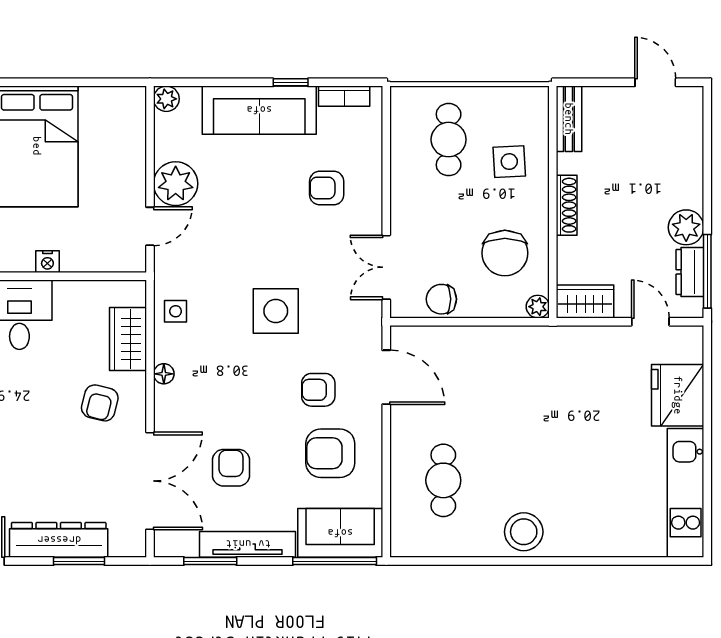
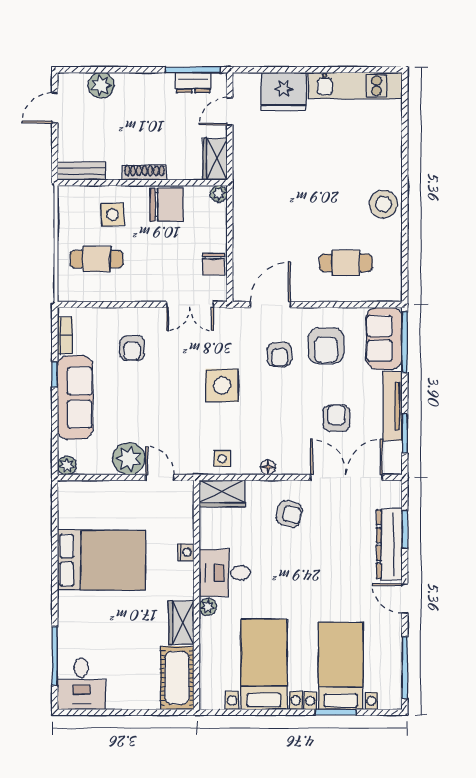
plant: (686, 227) -> (101, 85), moved
chair: (505, 253) -> (166, 205), moved
wardrobe: (128, 339) -> (222, 493), moved
armchair: (231, 468) -> (337, 418), turned 90

